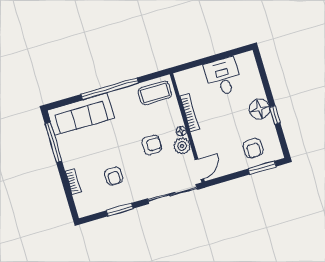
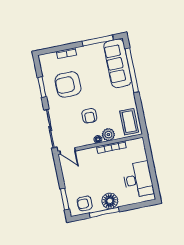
desk: (223, 77) -> (138, 180), width x1.37
window: (110, 89) -> (132, 70), moved
window: (275, 115) -> (104, 212), width x2.17
plant: (182, 146) -> (108, 135), moved
armchair: (253, 148) -> (85, 203), moved
armchair: (114, 176) -> (68, 84), width x1.88, depth x1.88

